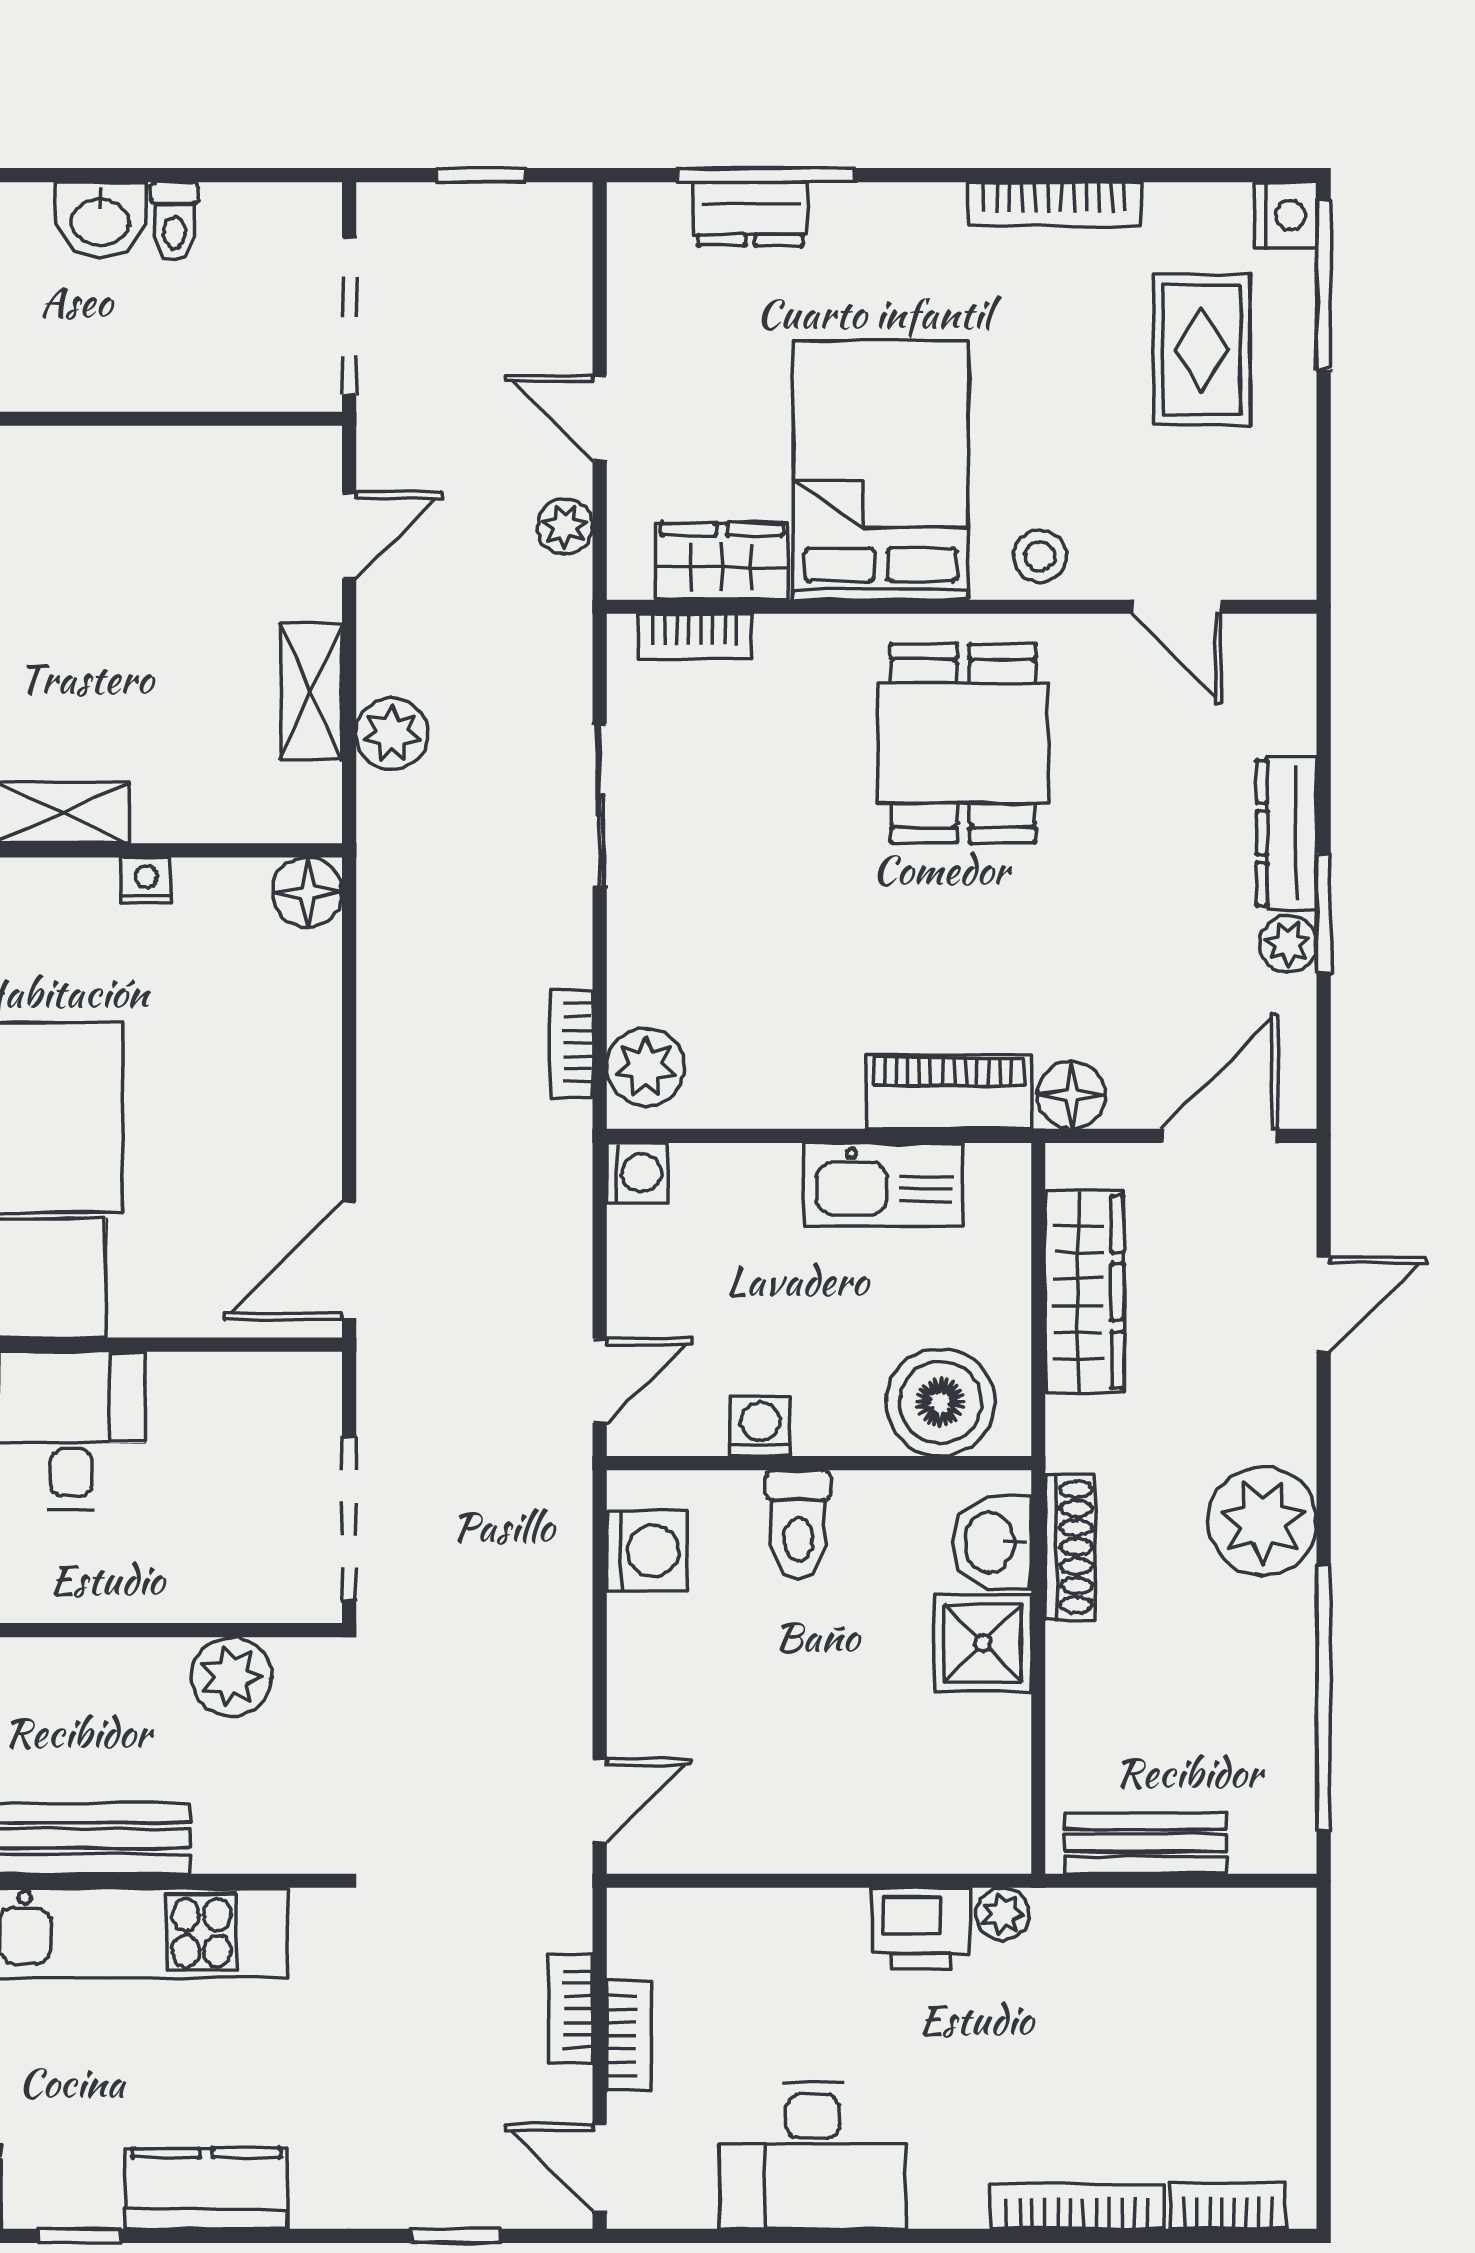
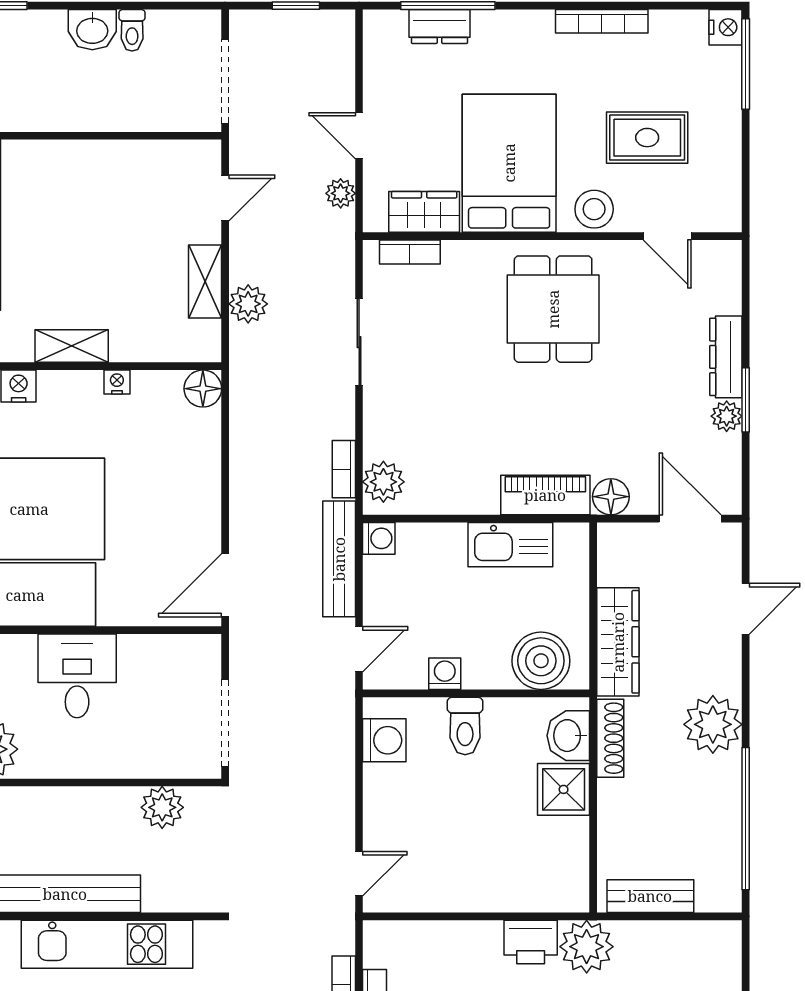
rug: (1202, 350) -> (647, 138), moved, turned 90
stool: (1040, 556) -> (594, 209), width x1.37, depth x1.37
door: (1220, 1136) -> (690, 519), hinge flipped
bench: (562, 1211) -> (339, 559), added
wardrobe: (1084, 1292) -> (618, 642), moved
plant: (1003, 1914) -> (587, 947), width x1.88, depth x1.88

